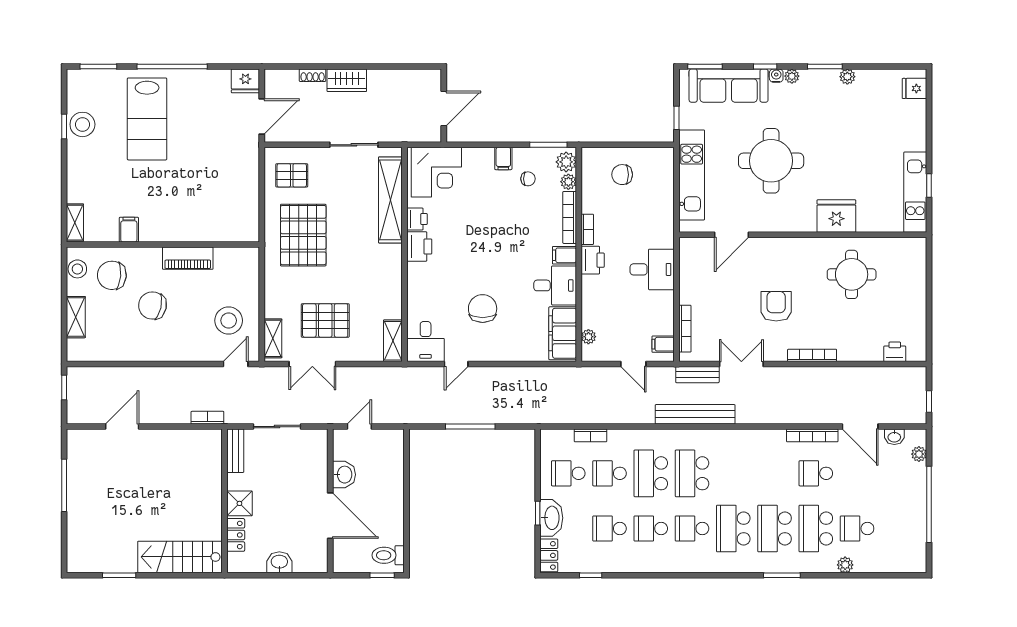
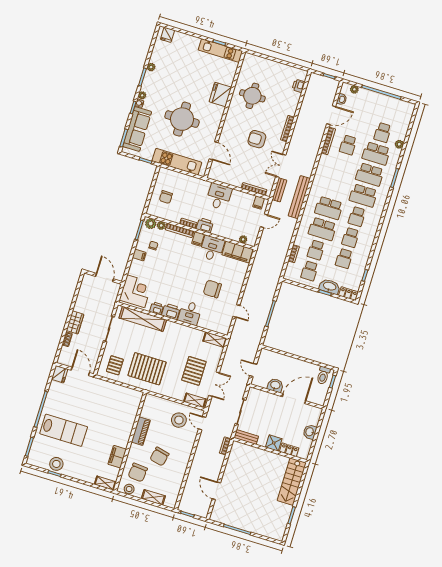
filing cabinet: (129, 230) -> (117, 457), width x2.00
desk: (426, 342) -> (190, 313), moved, turned 90

